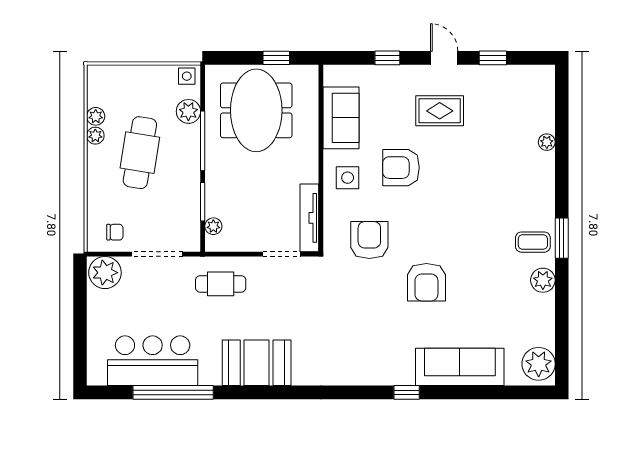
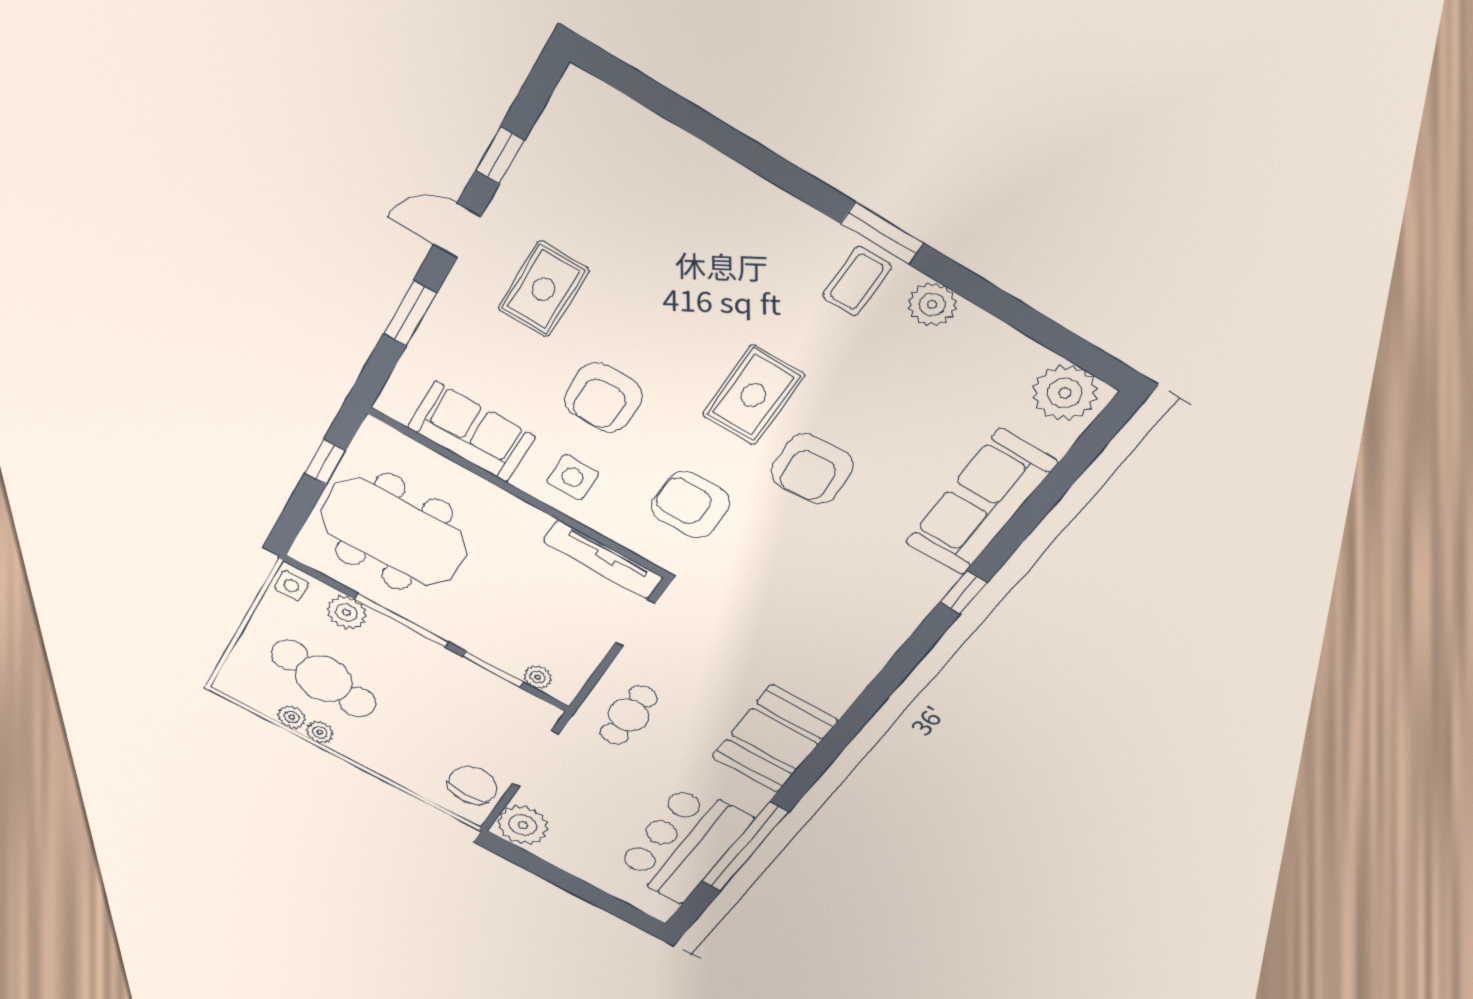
window: (387, 58) -> (410, 313), width x1.50
plant: (547, 142) -> (700, 157), removed
cafe table: (140, 153) -> (324, 679), moved
chair: (115, 232) -> (473, 785), width x1.87, depth x1.87
rug: (447, 233) -> (753, 395), added
armchair: (426, 282) -> (812, 469), turned 86

